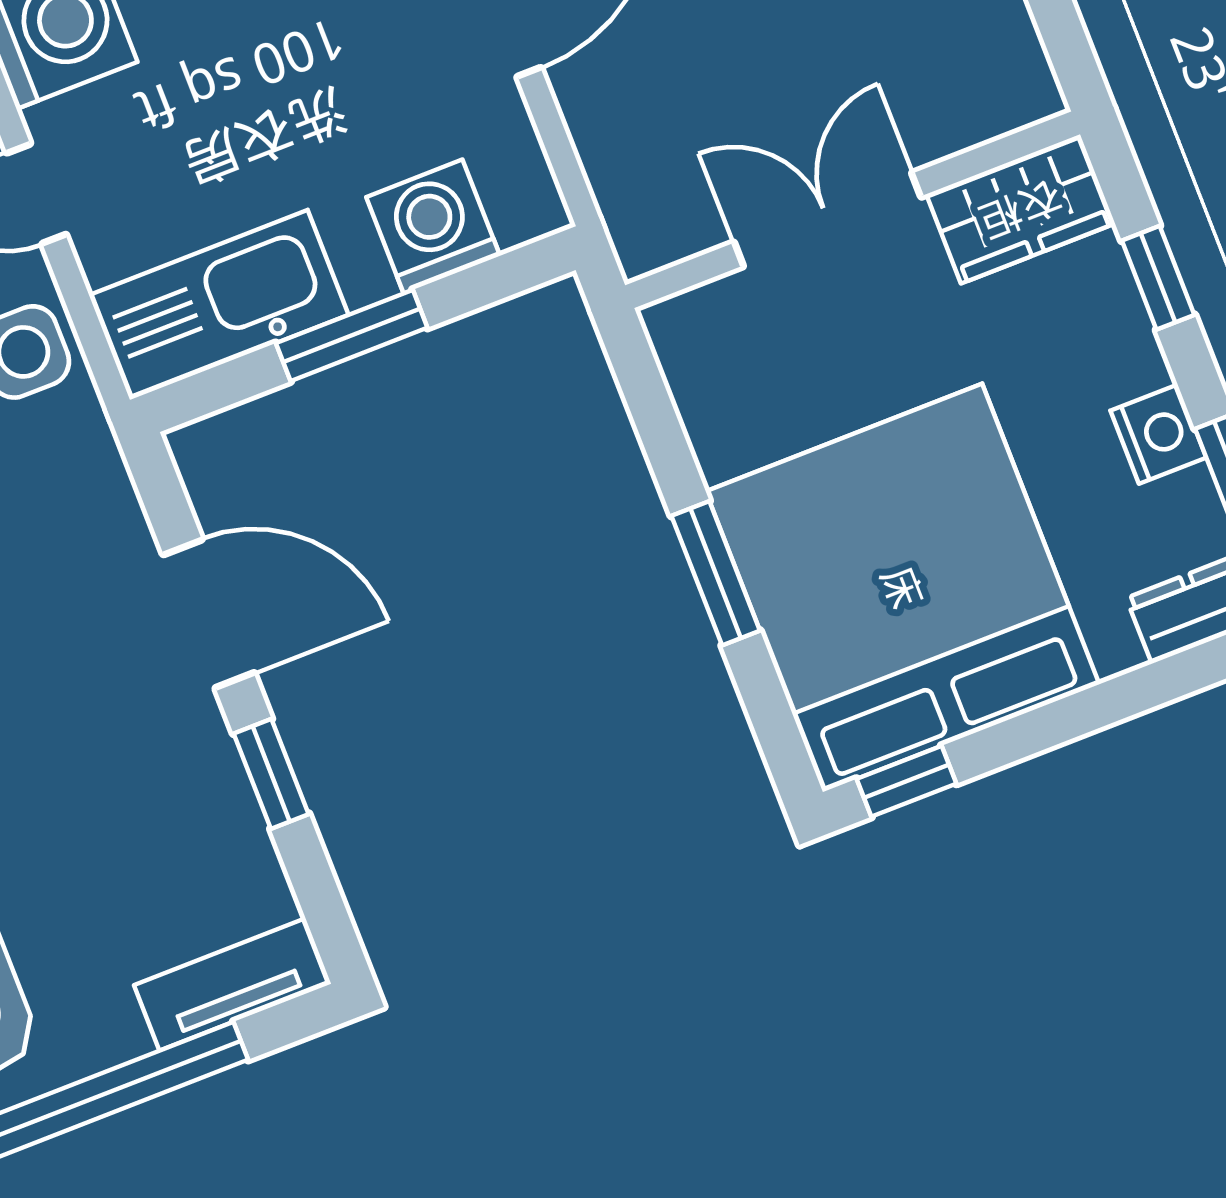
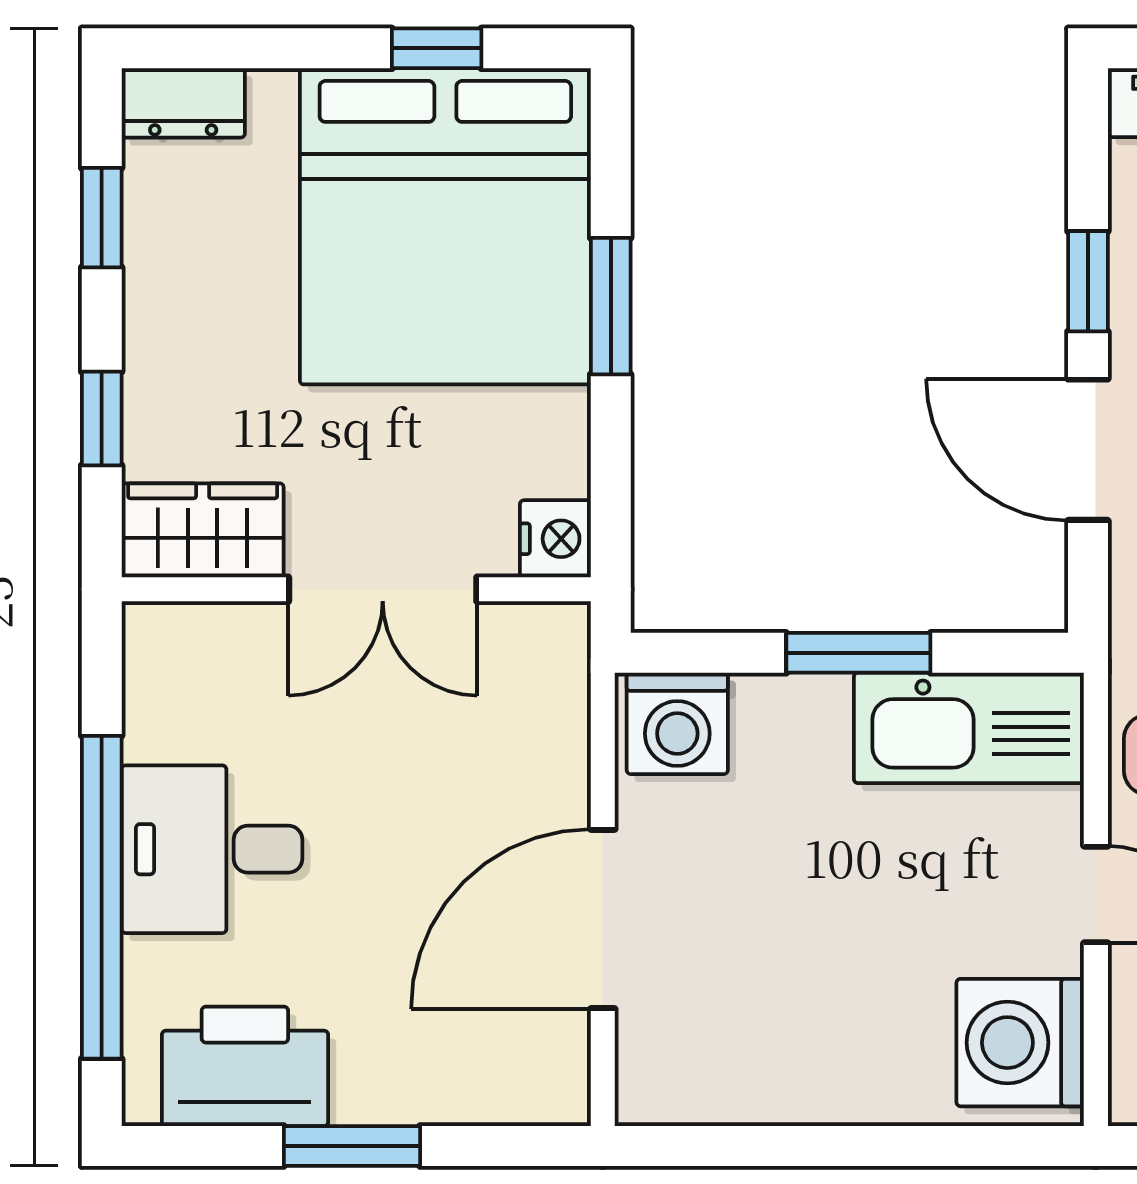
washing machine: (433, 226) -> (677, 723), moved
nightstand: (1158, 434) -> (555, 539), moved, turned 180
window: (906, 781) -> (437, 48), moved

